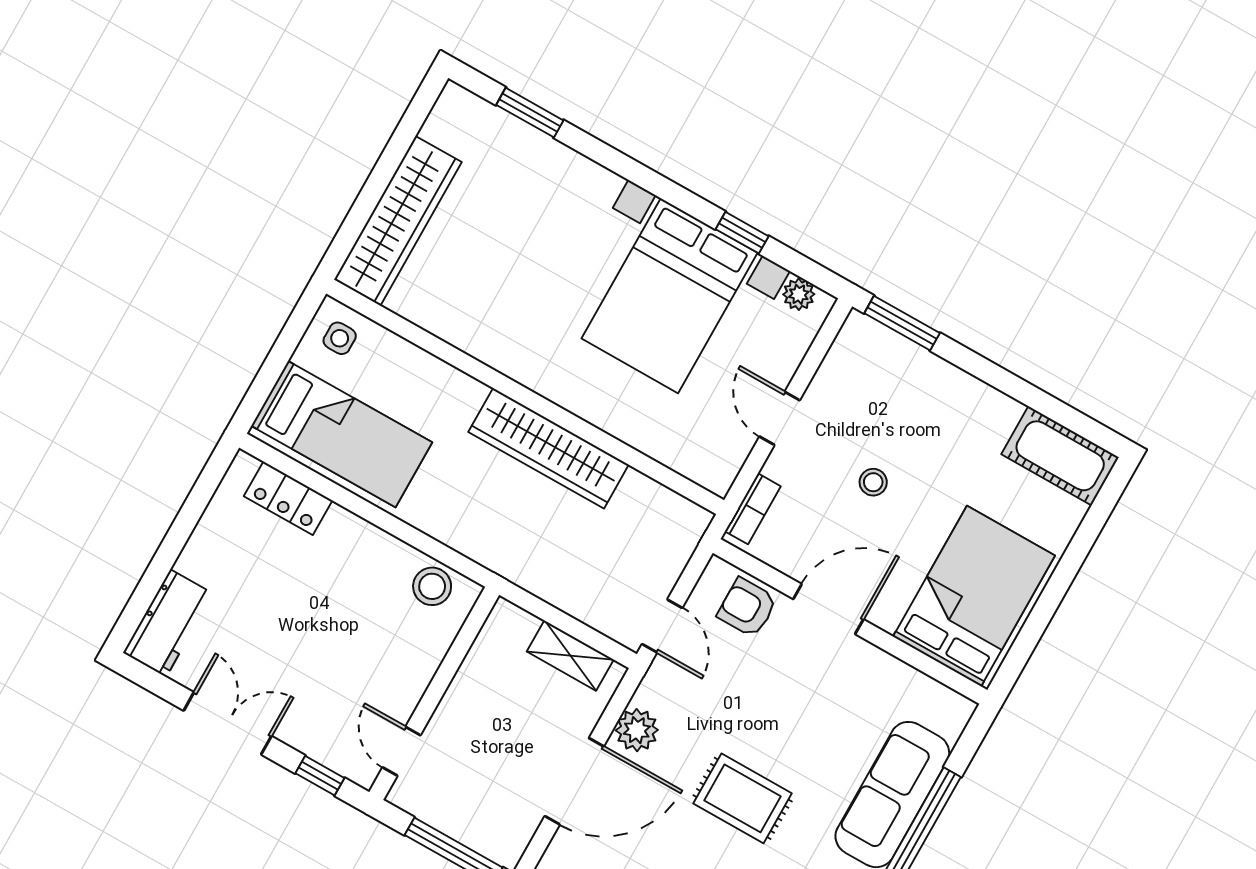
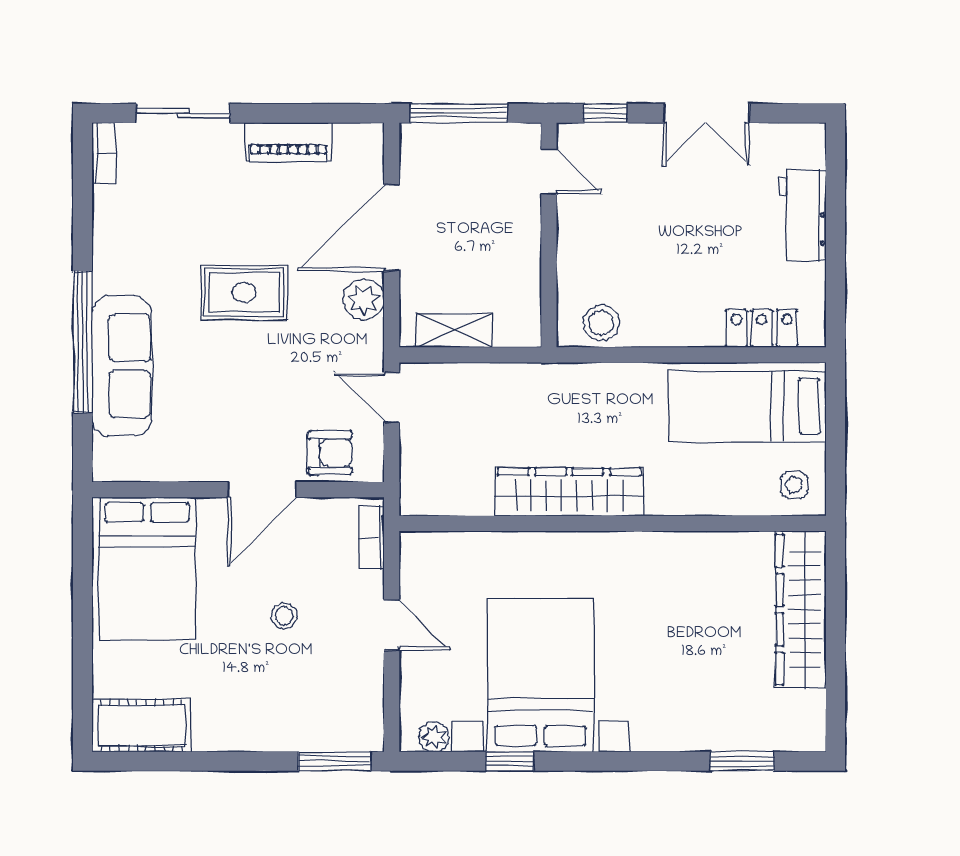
workbench: (168, 623) -> (803, 215), moved

